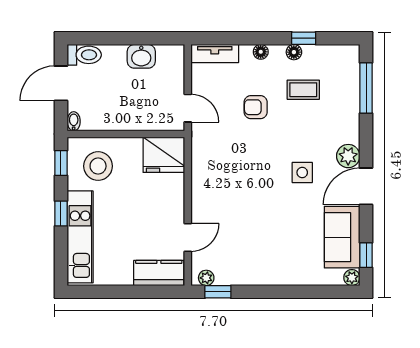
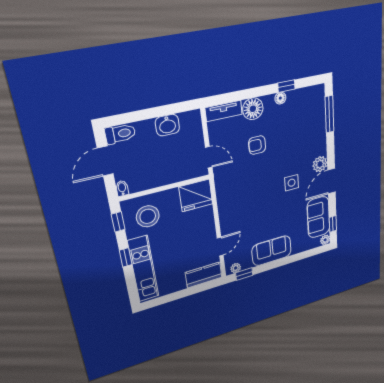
floor lamp: (261, 52) -> (253, 109), width x1.89, depth x1.89
coffee table: (303, 90) -> (289, 125), removed
sofa: (264, 268) -> (272, 251), added

